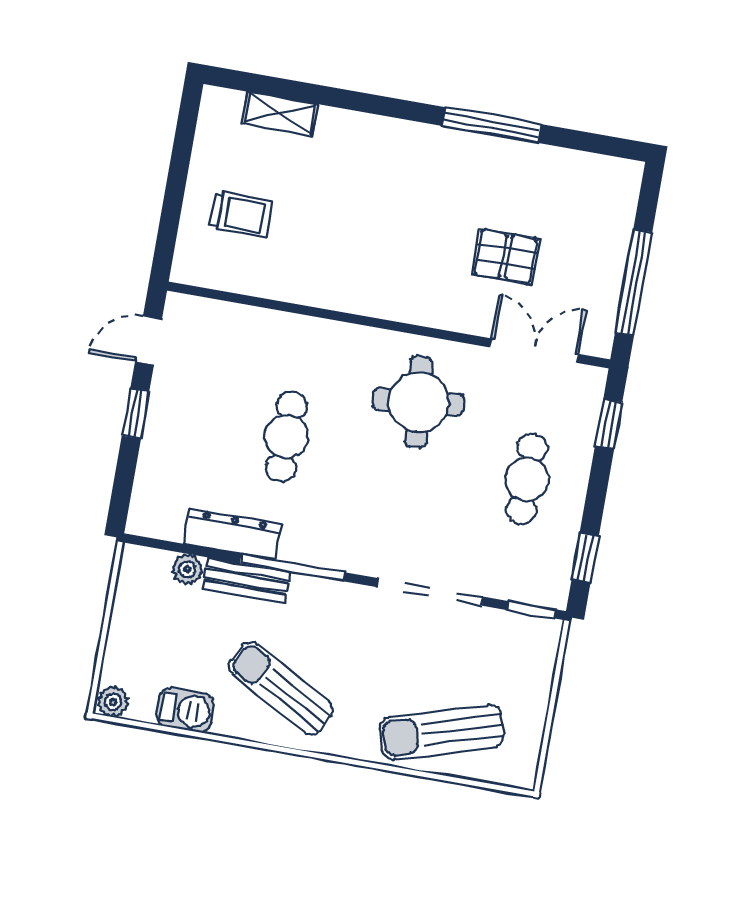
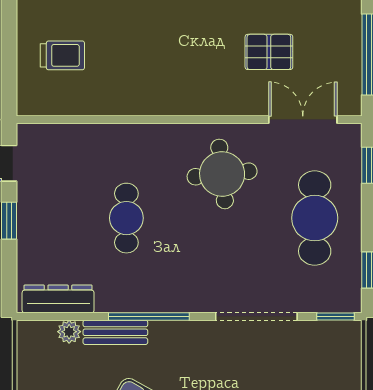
cafe table: (527, 479) -> (315, 218), width x1.37, depth x1.35
dresser: (233, 534) -> (58, 299), moved

